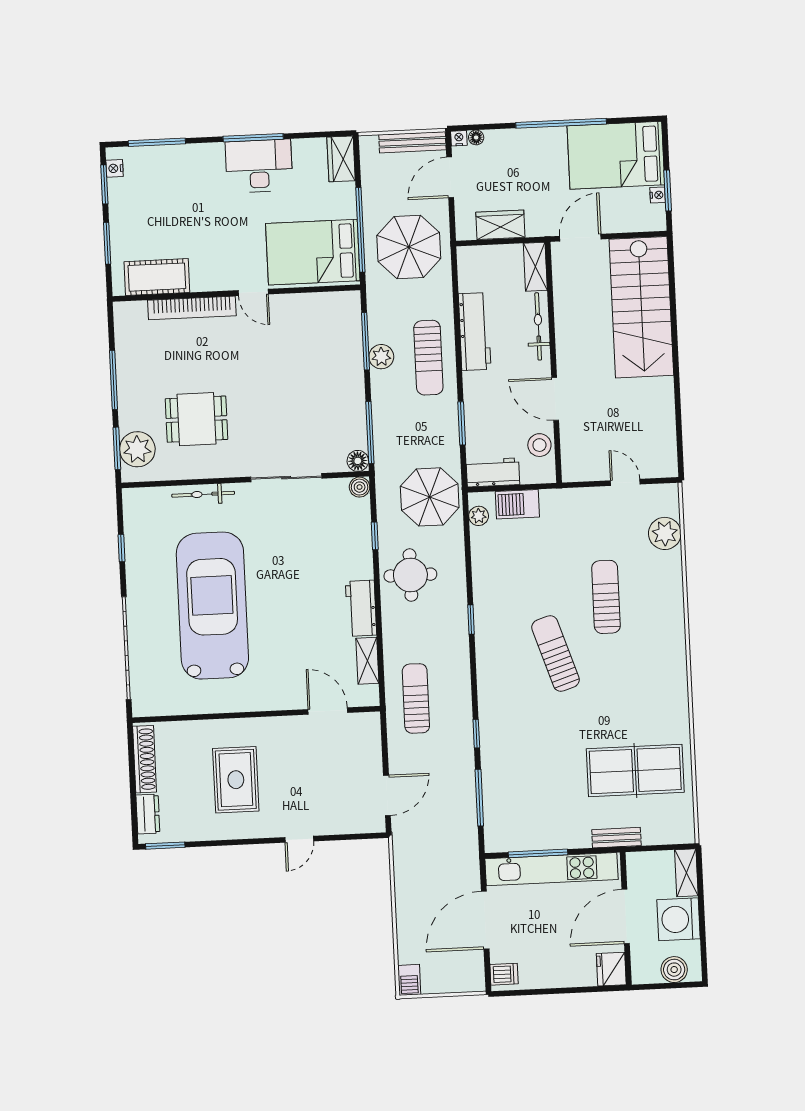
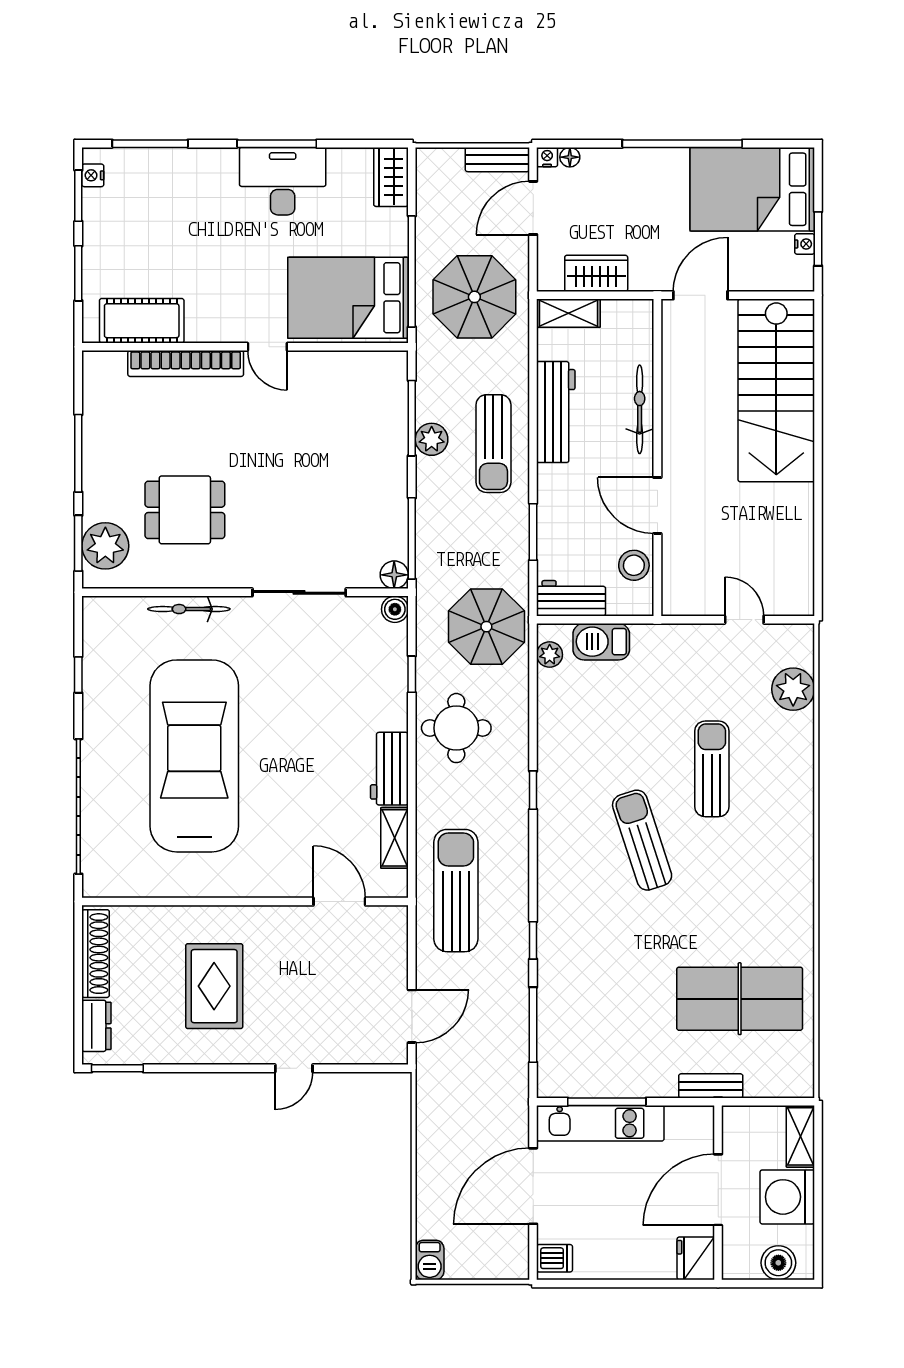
bench: (412, 142) -> (497, 160), width x0.73
shelving: (535, 267) -> (568, 313), moved, turned 90
sun lounger: (416, 698) -> (456, 891), width x1.36, depth x1.34
kitchen unit: (552, 869) -> (600, 1123), width x0.73

